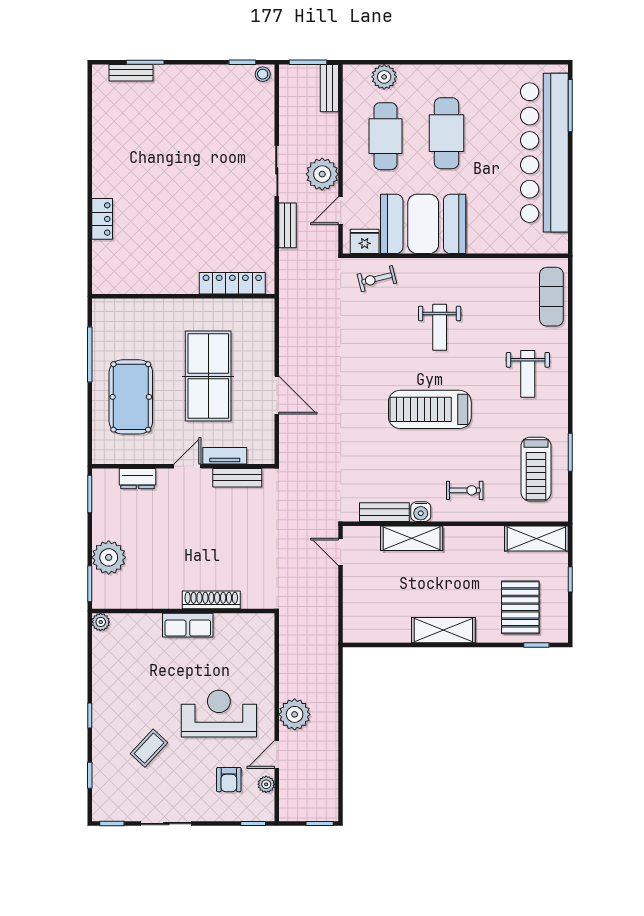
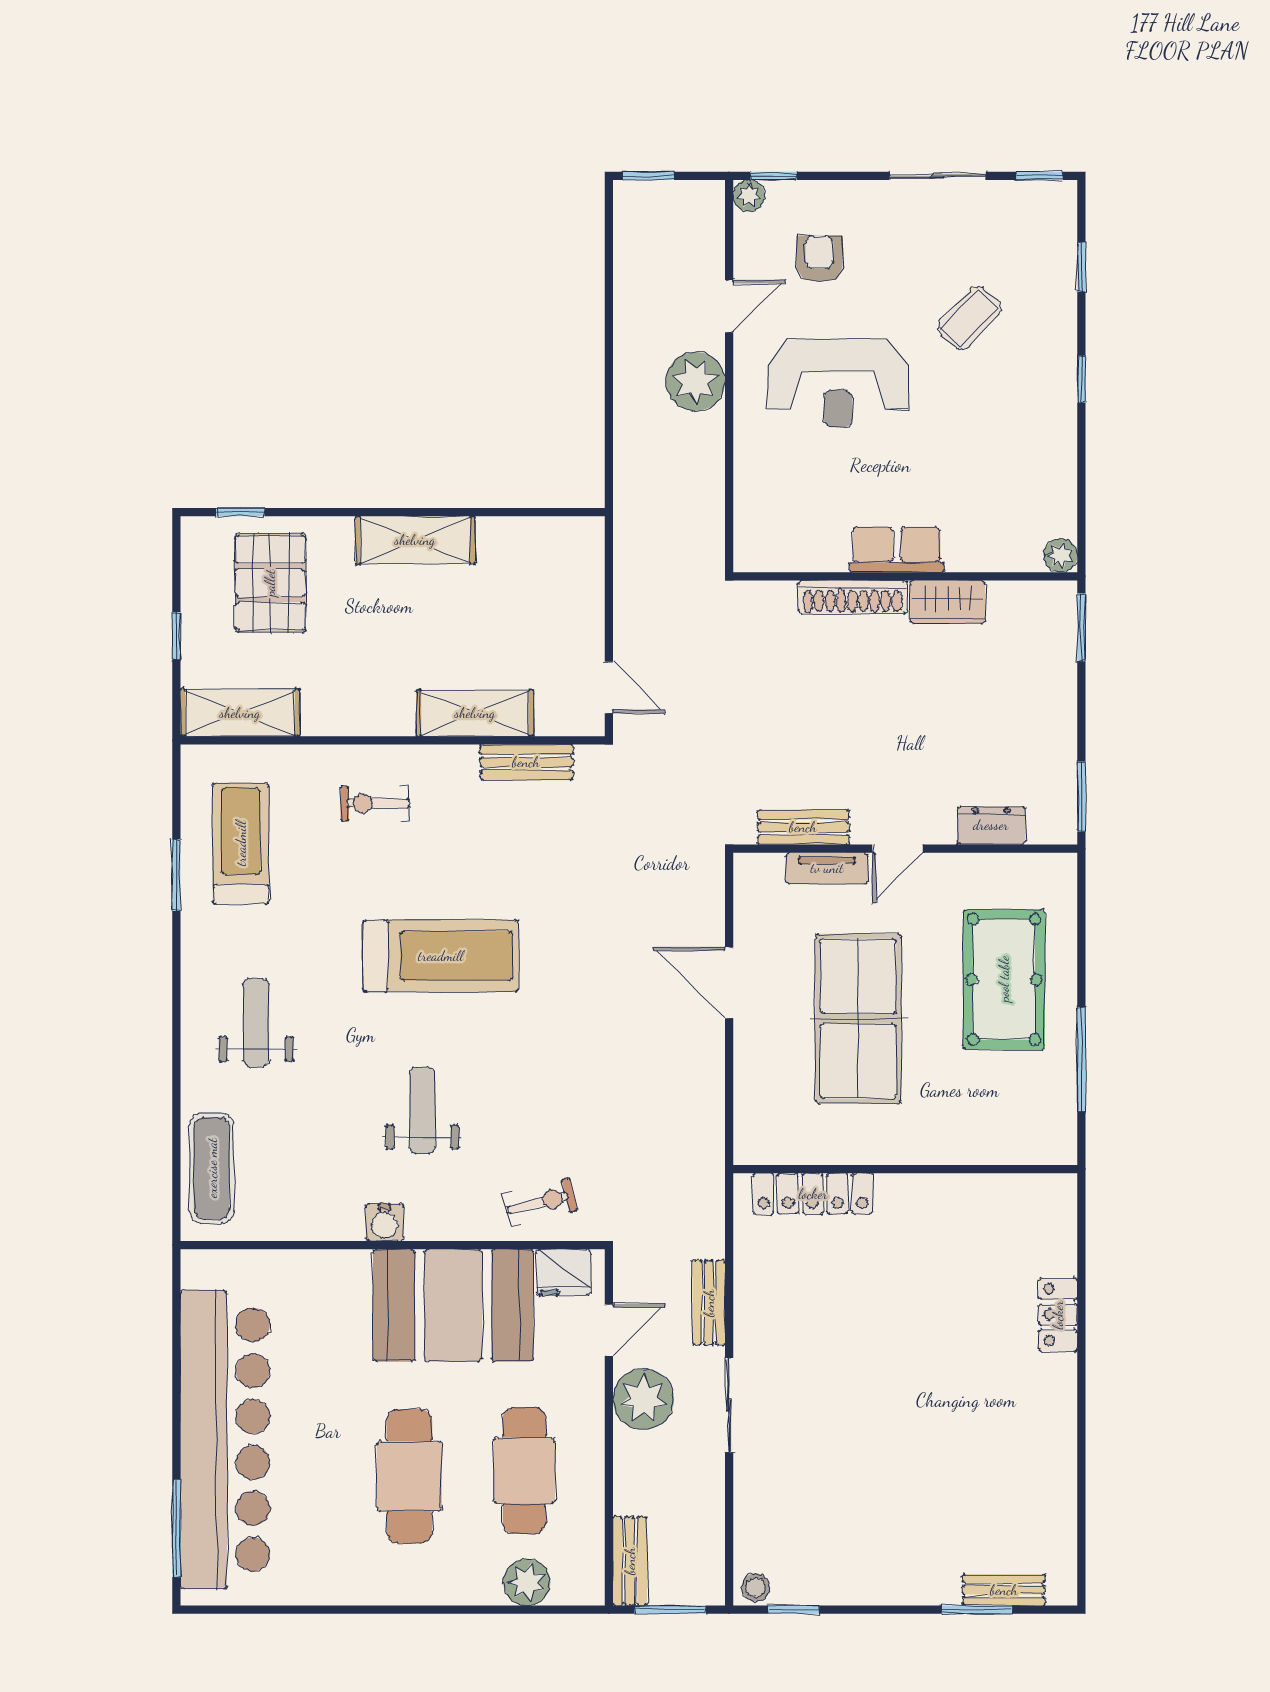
water cooler: (421, 512) -> (385, 1222), moved, turned 180
plant: (109, 557) -> (1046, 677), removed
wardrobe: (161, 597) -> (948, 602), added
plant: (266, 784) -> (749, 196), moved

